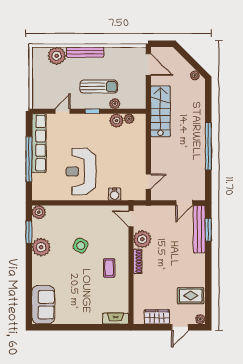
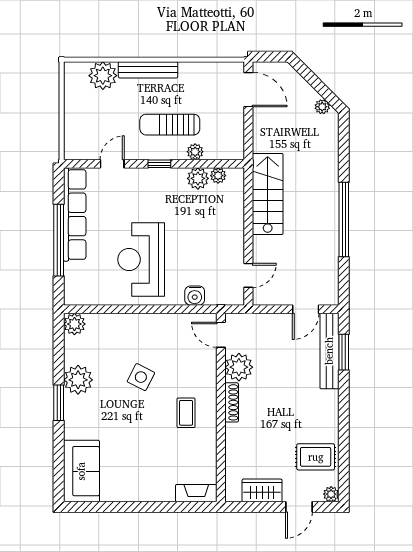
sun lounger: (99, 87) -> (170, 125), turned 180
stairs: (160, 111) -> (268, 194), moved
window: (29, 232) -> (59, 403), moved

